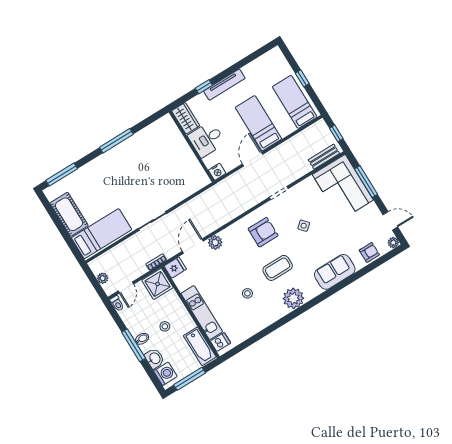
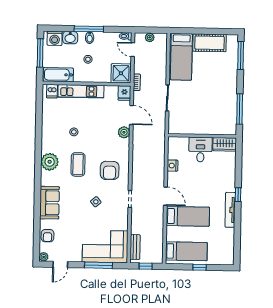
wardrobe: (186, 118) -> (225, 144), moved
desk: (207, 139) -> (200, 150), moved
wall: (192, 146) -> (202, 136), moved

